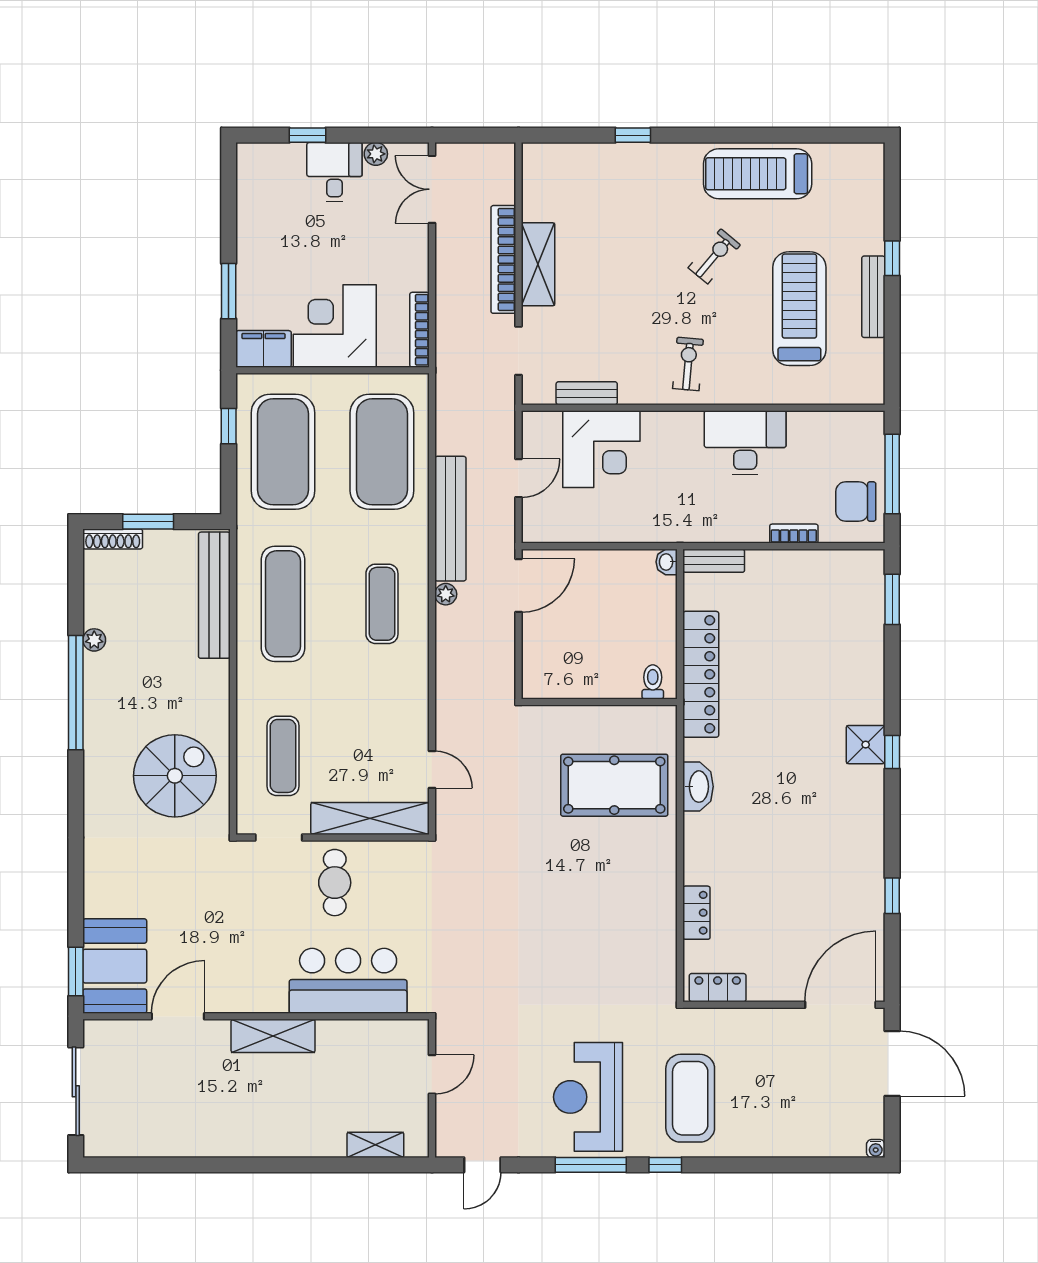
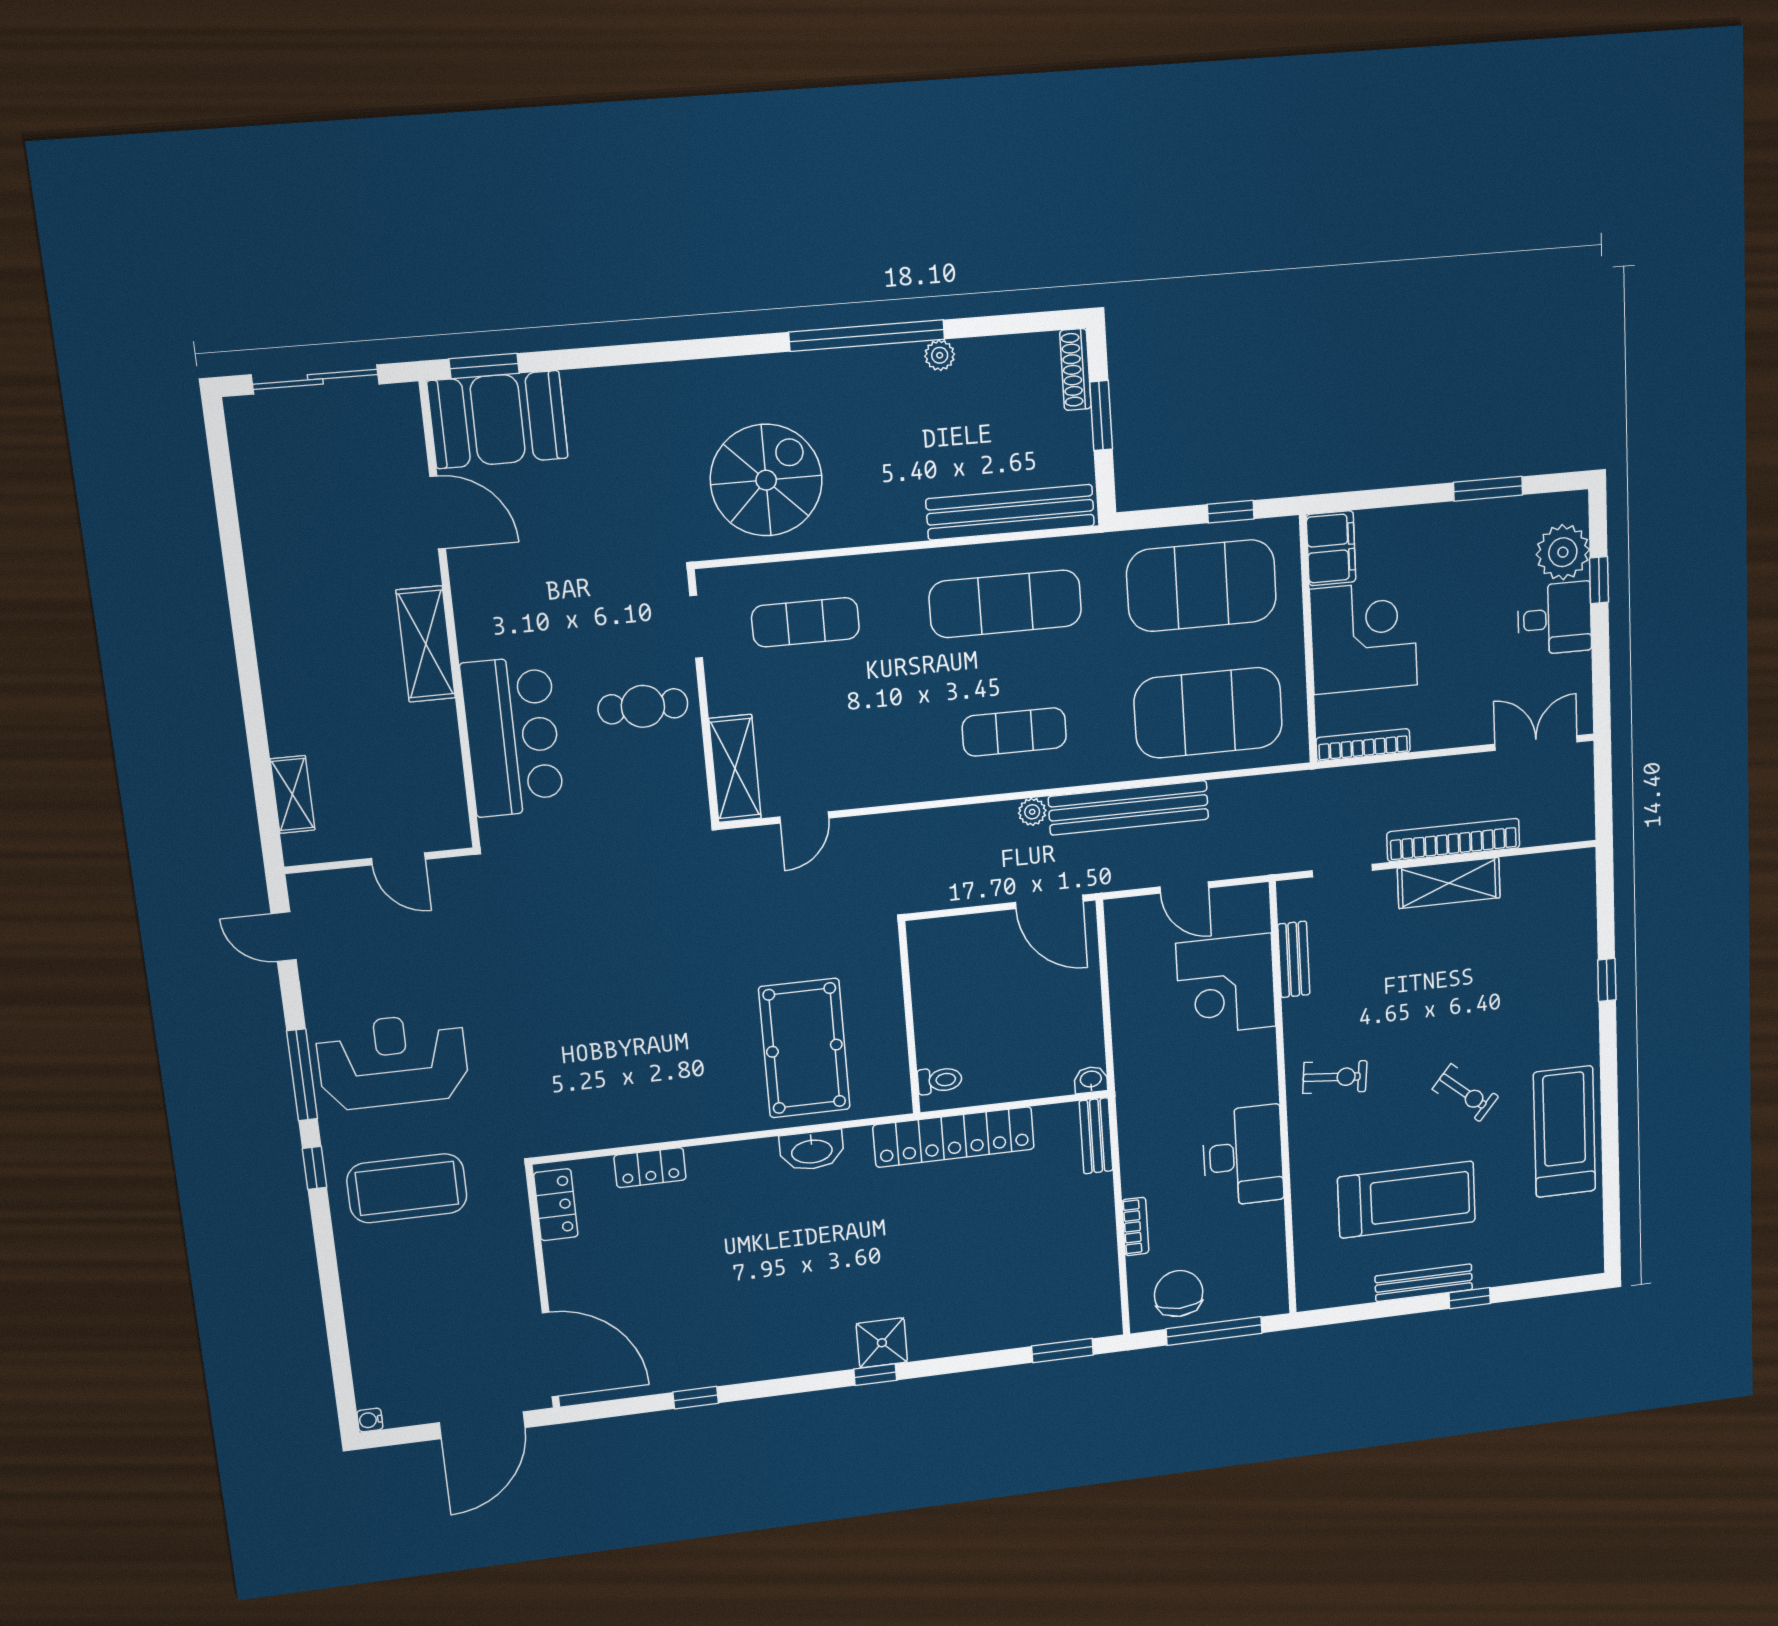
plant: (376, 154) -> (1563, 552), moved, width x1.87, depth x1.87
window: (229, 291) -> (1488, 489), moved
spiral stairs: (175, 776) -> (766, 480), turned -90
shelving: (370, 818) -> (735, 768), width x0.68

